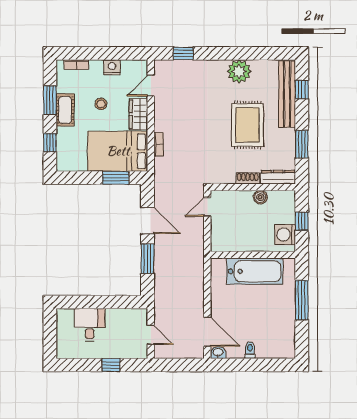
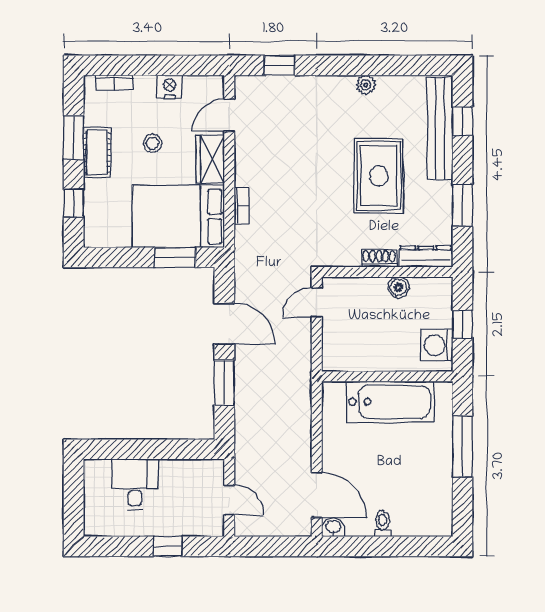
plant: (239, 71) -> (366, 85), width x0.53, depth x0.53

